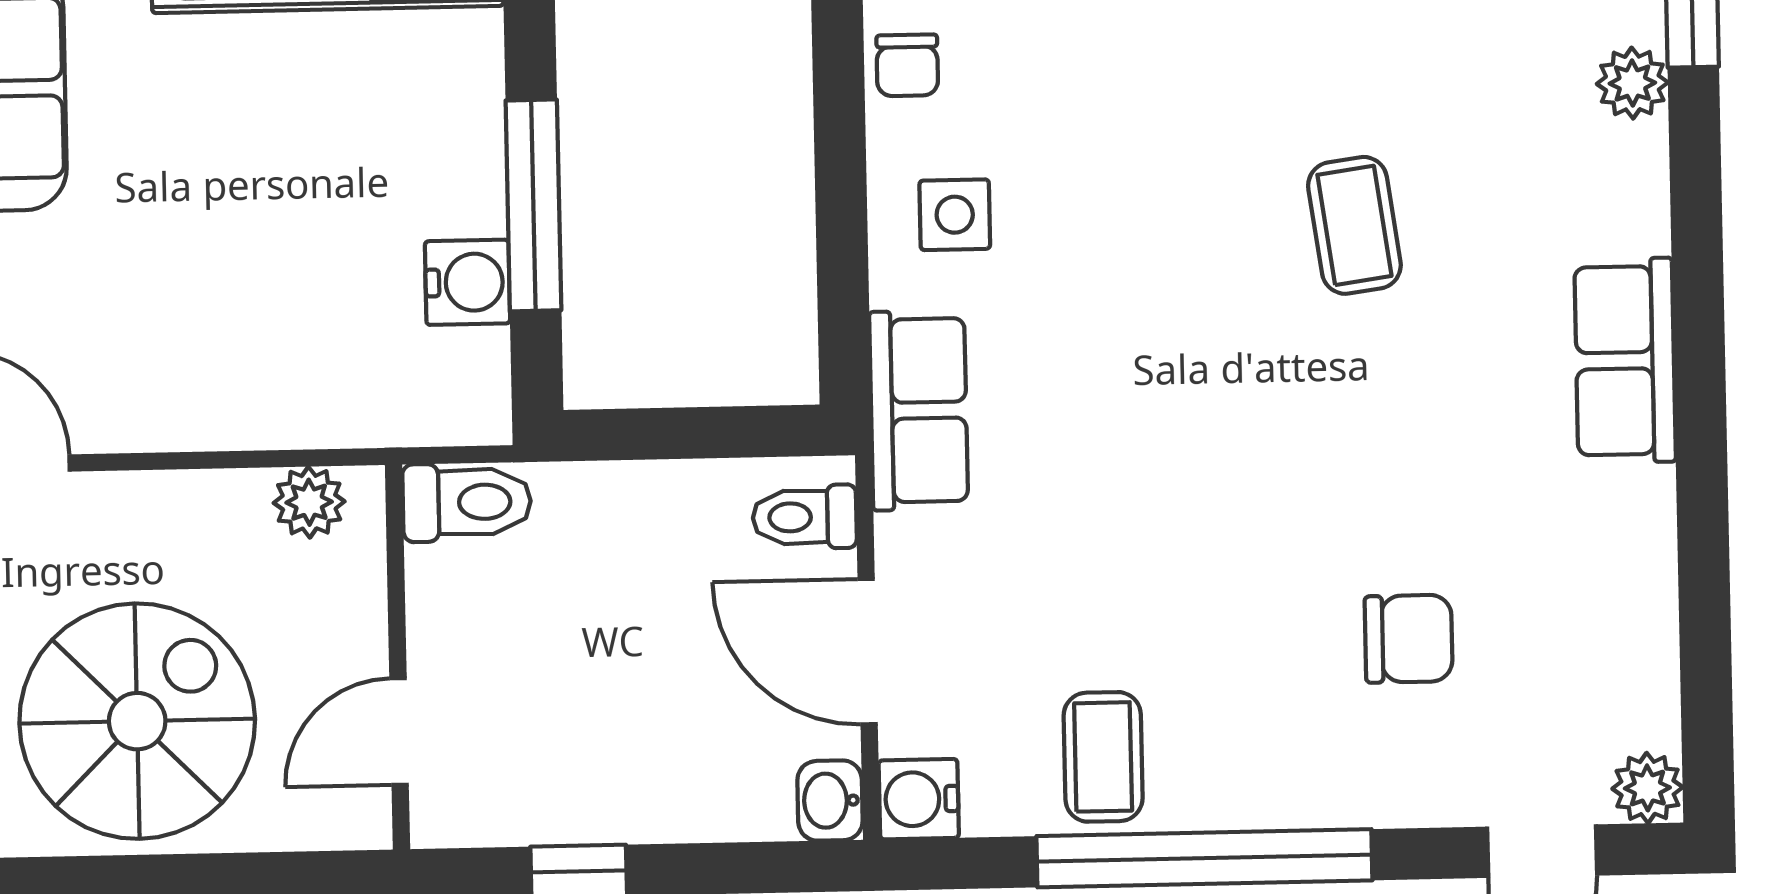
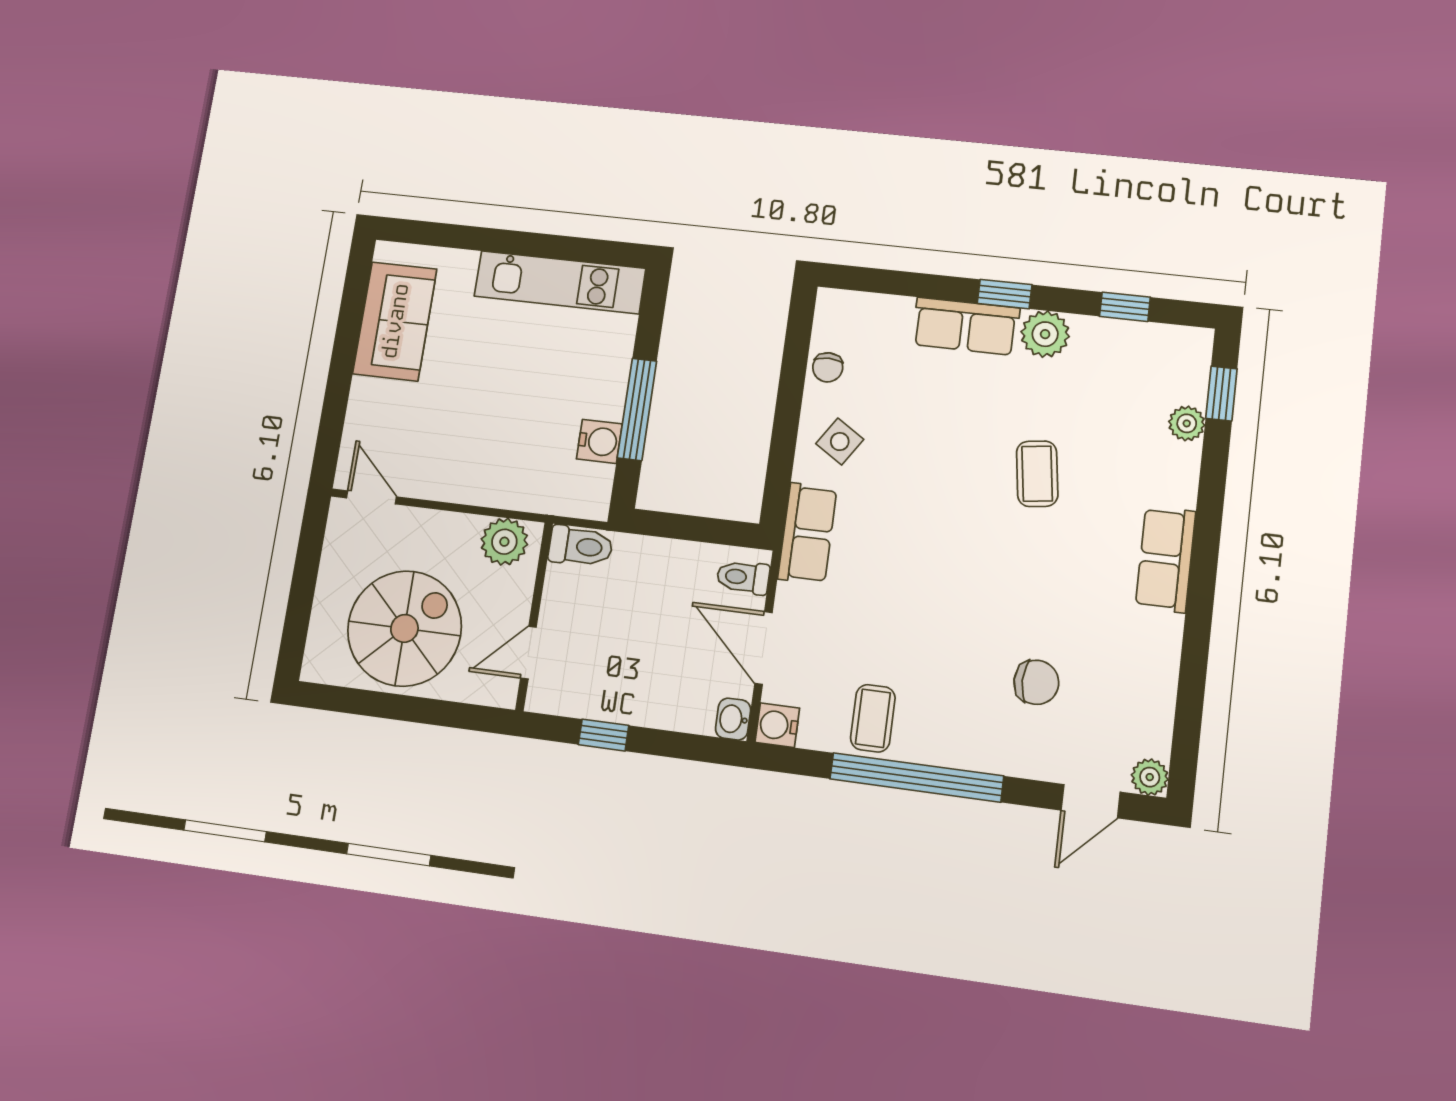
side table: (955, 215) -> (840, 442), turned 33
plant: (309, 502) -> (504, 542), width x1.38, depth x1.38

